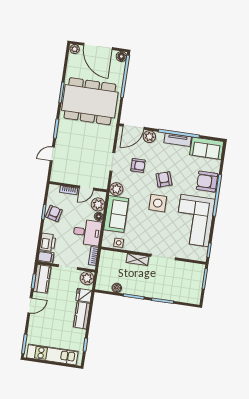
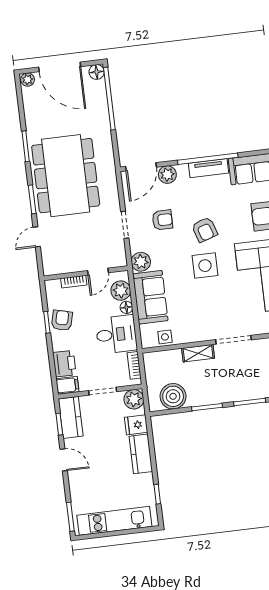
dining table: (90, 101) -> (66, 176), moved, turned 90
armchair: (164, 179) -> (205, 230), turned 180
boiler: (117, 288) -> (173, 396), width x1.86, depth x1.86
door: (30, 305) -> (64, 460), hinge flipped

